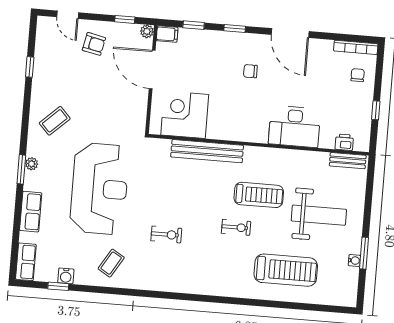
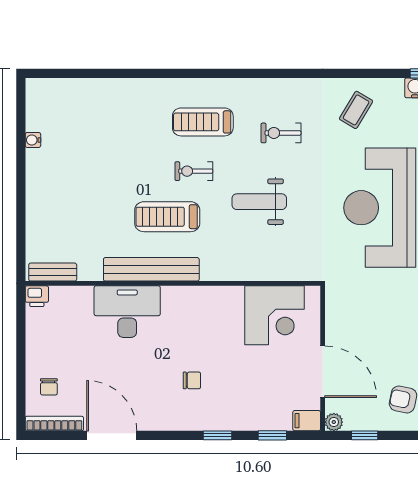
door: (290, 33) -> (112, 435), moved
window: (376, 110) -> (21, 342), removed
printer: (344, 142) -> (37, 296), moved
bench: (207, 151) -> (151, 269), moved
weight bench: (319, 215) -> (259, 202), moved, width x0.73, depth x0.75
exercise bike: (166, 234) -> (281, 133), moved
window: (364, 253) -> (21, 151), removed
treadmill: (286, 270) -> (203, 122), moved, width x0.73, depth x0.73

